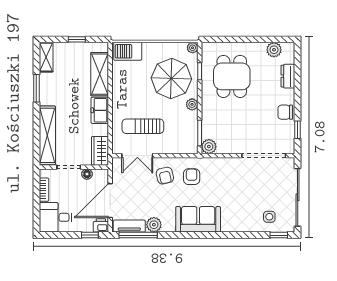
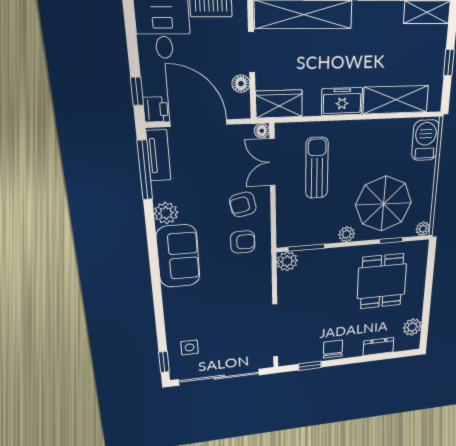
dining table: (232, 76) -> (382, 281), turned 90
floor lamp: (117, 162) -> (262, 131), added
plant: (154, 225) -> (166, 213), moved

